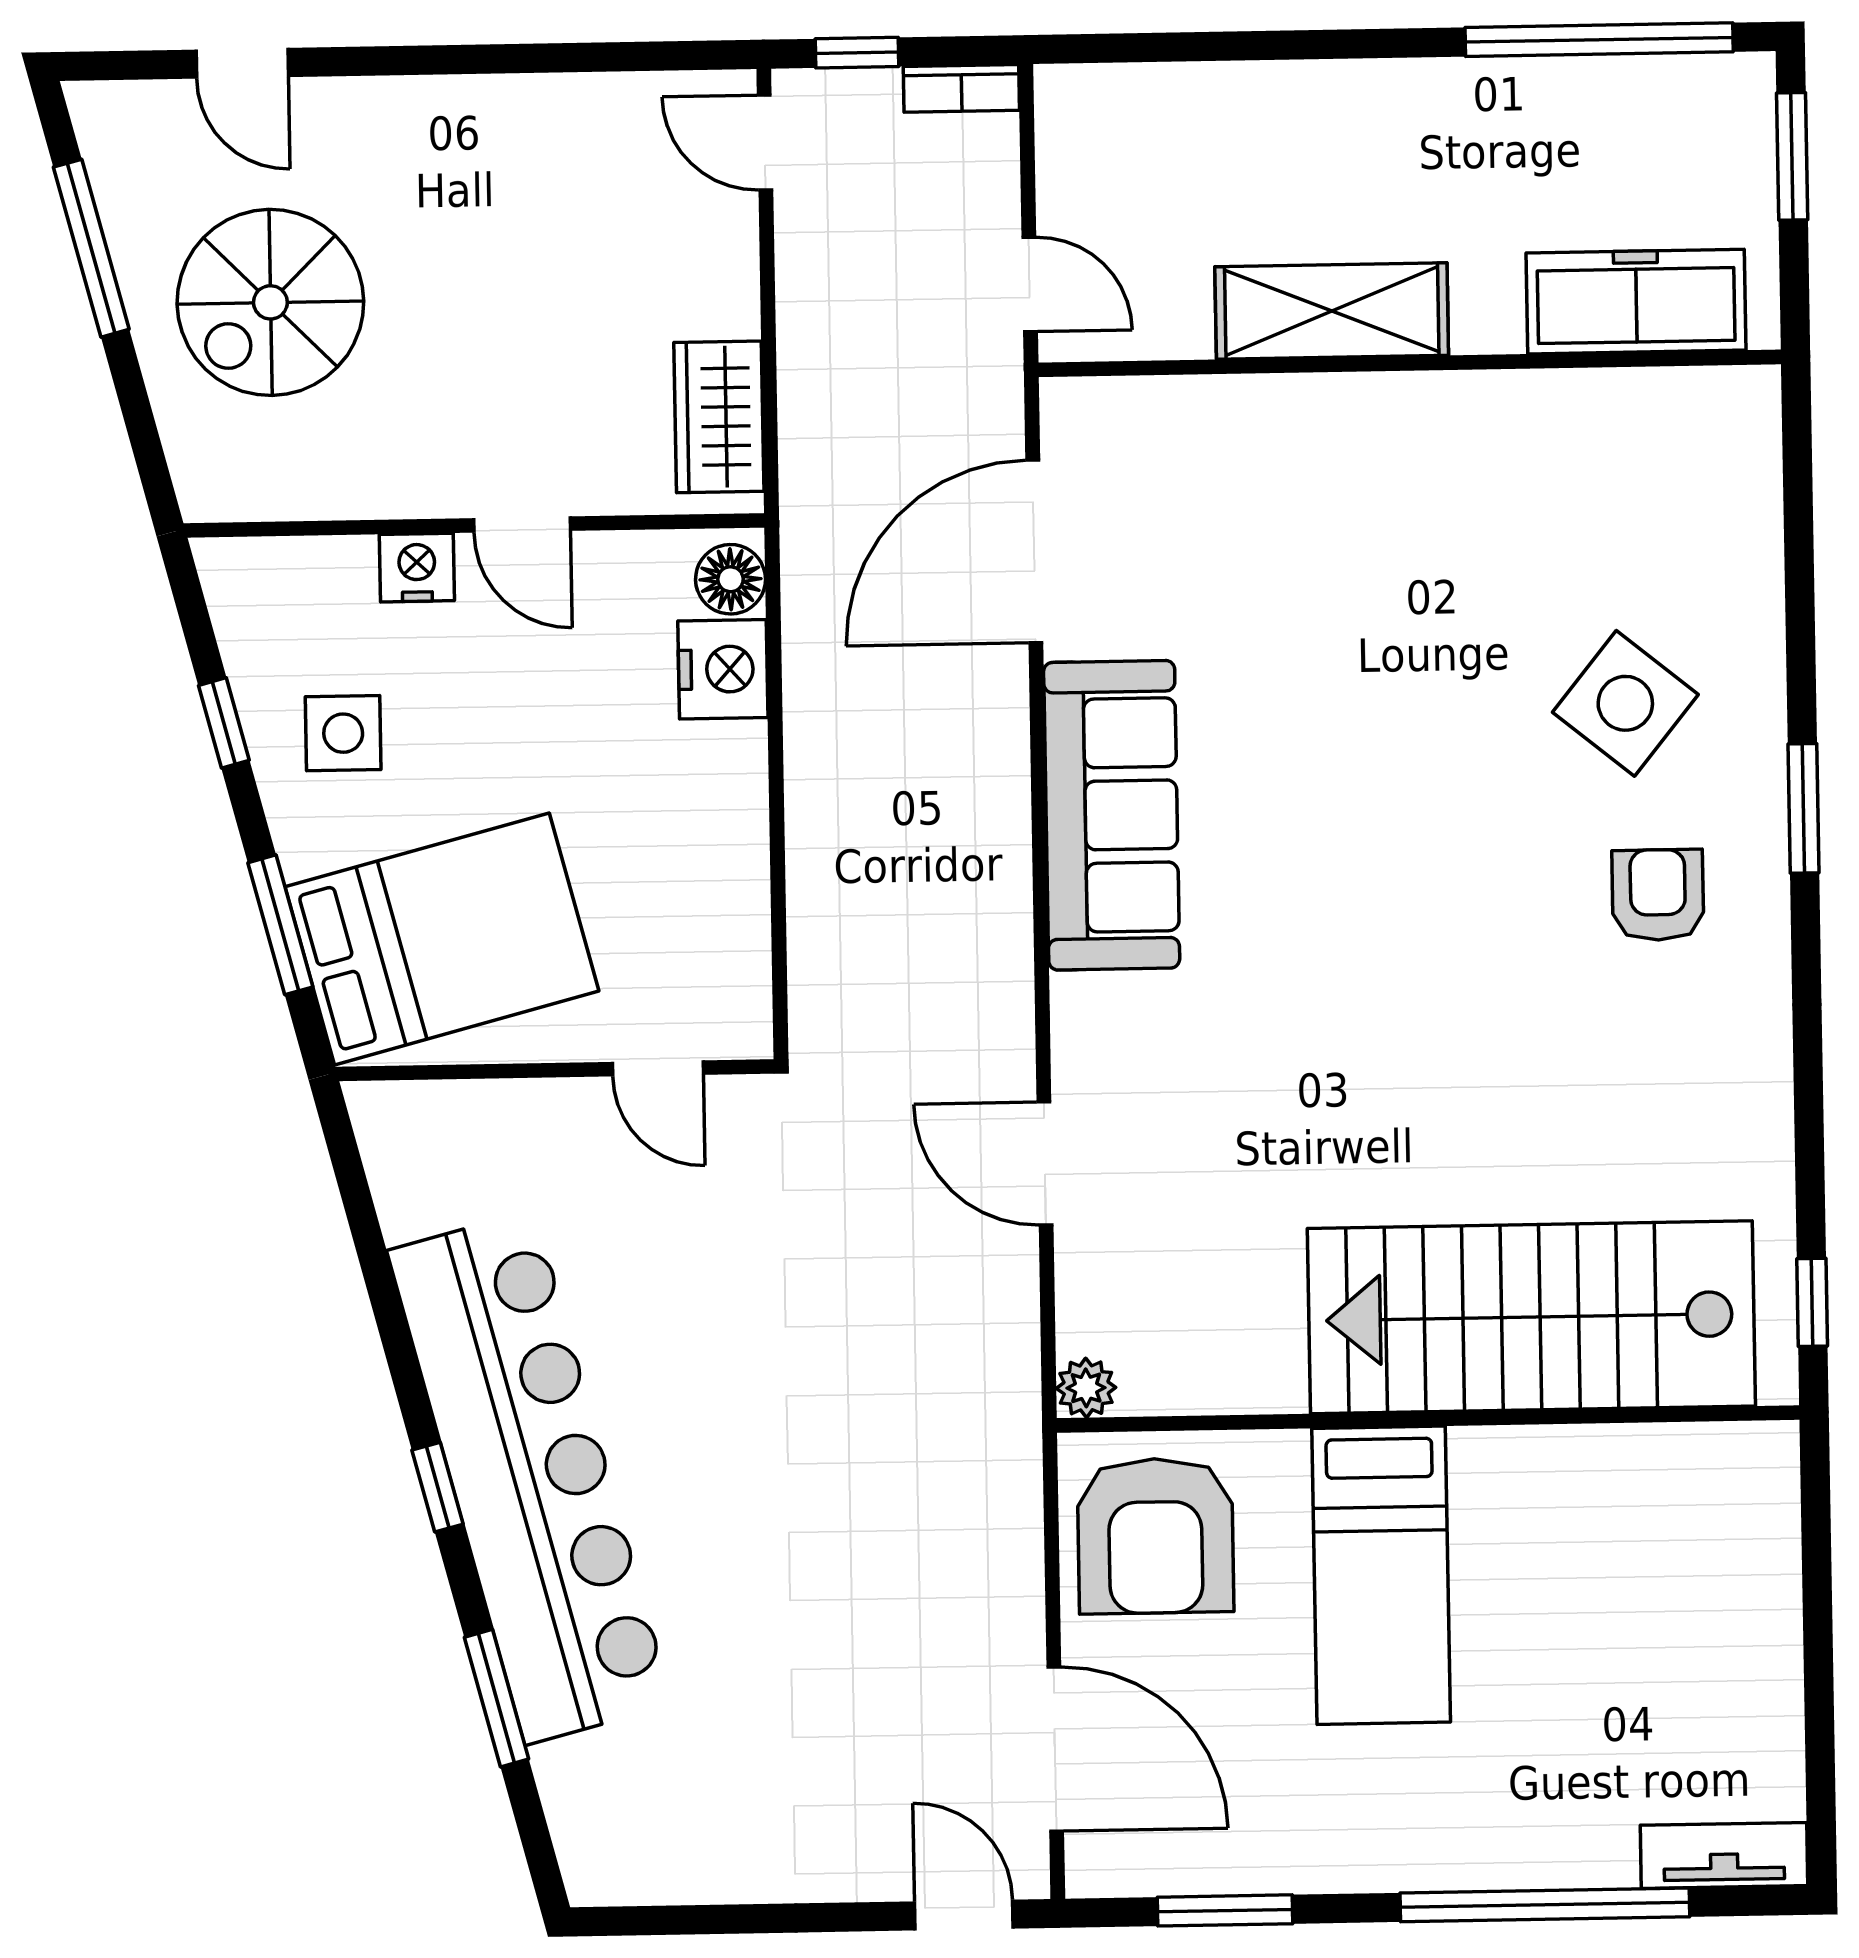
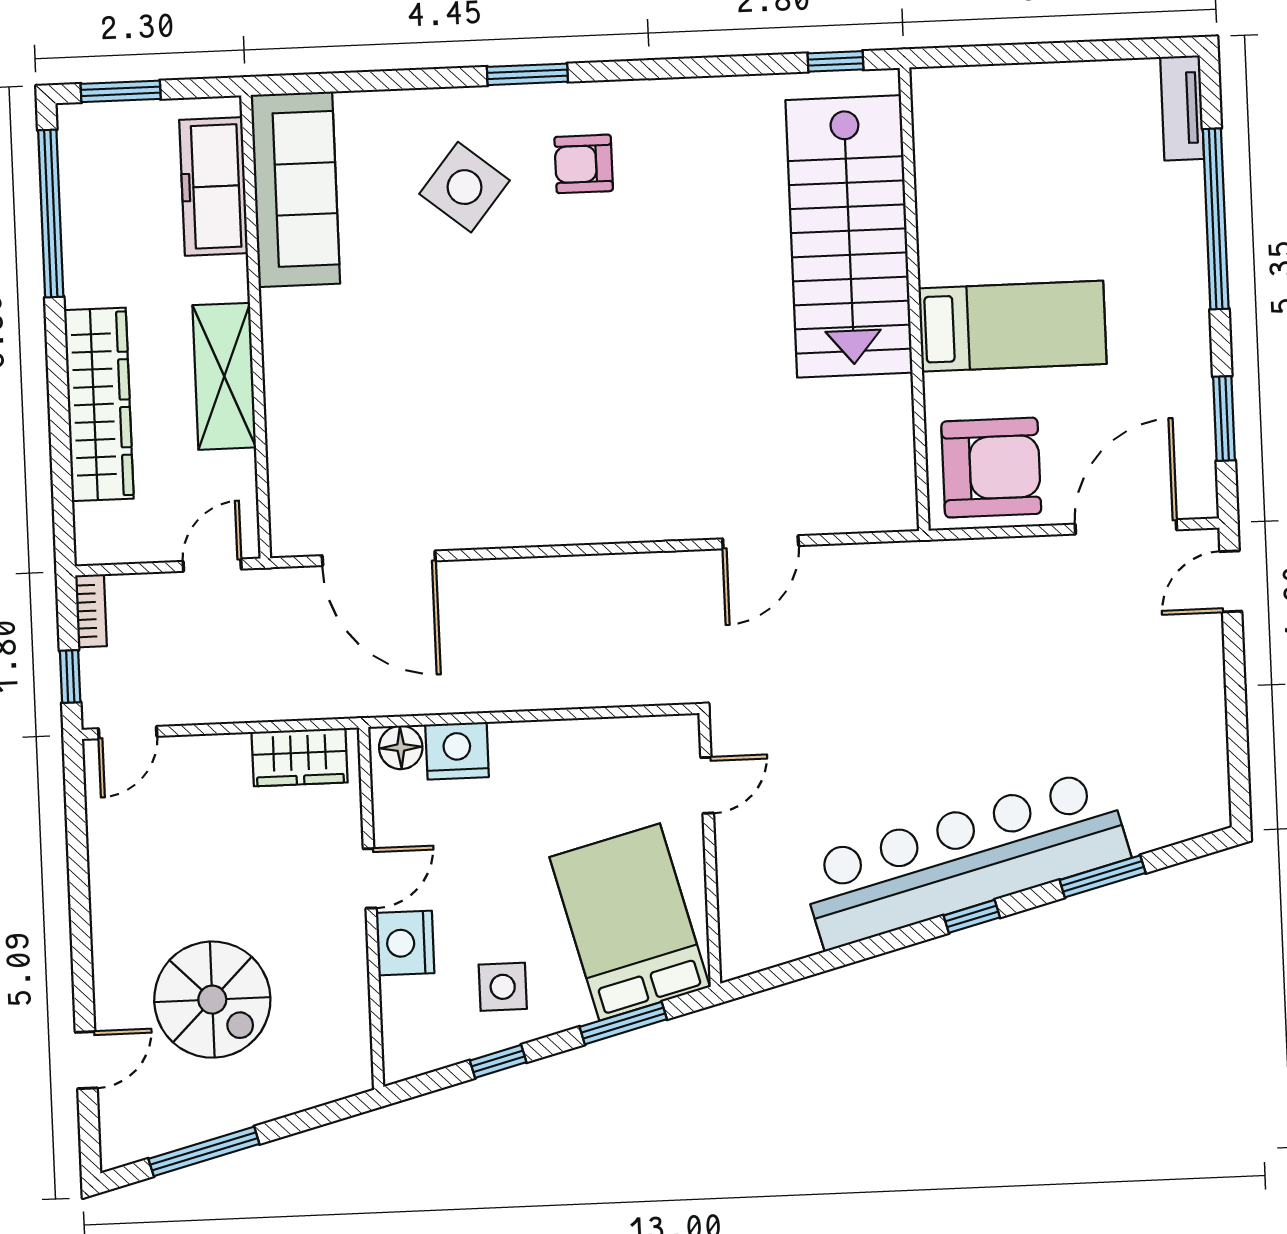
wardrobe: (1292, 109) -> (99, 404), added
spiral stairs: (270, 302) -> (212, 1000), moved
nightstand: (417, 568) -> (405, 943), width x1.36, depth x1.33
sofa: (1112, 815) -> (295, 189), moved, turned 90
plant: (1086, 1388) -> (900, 513), removed

